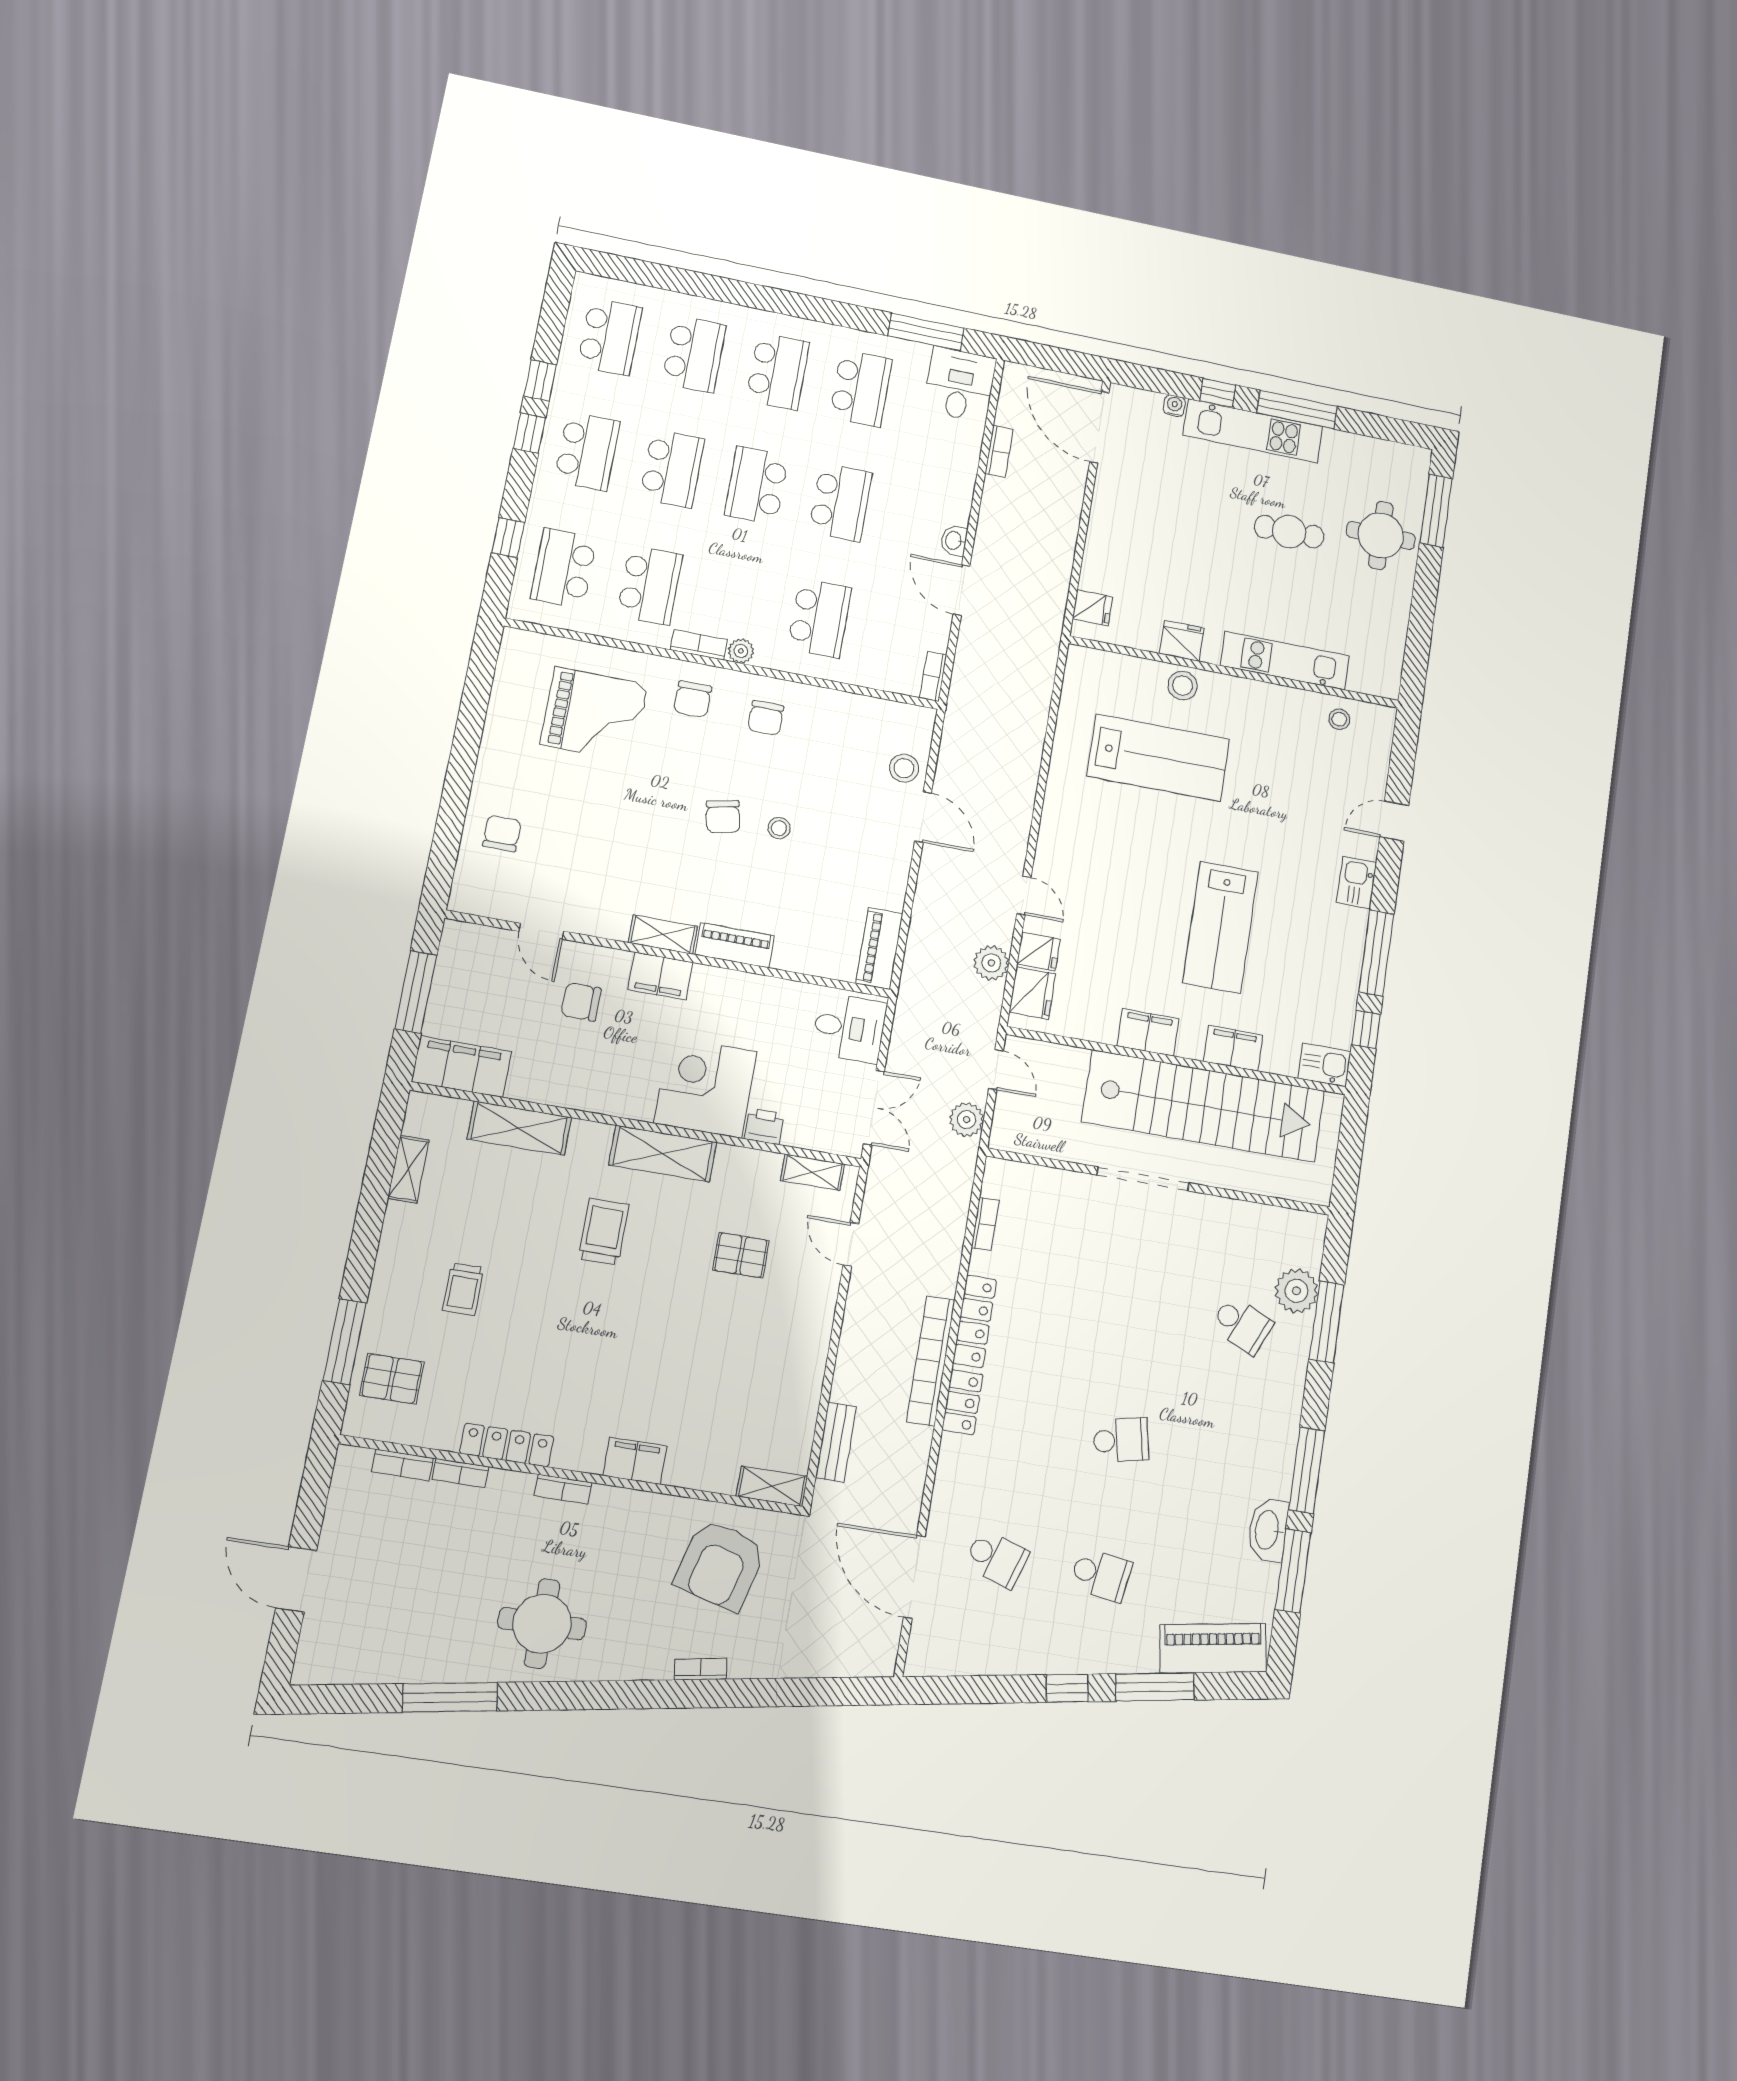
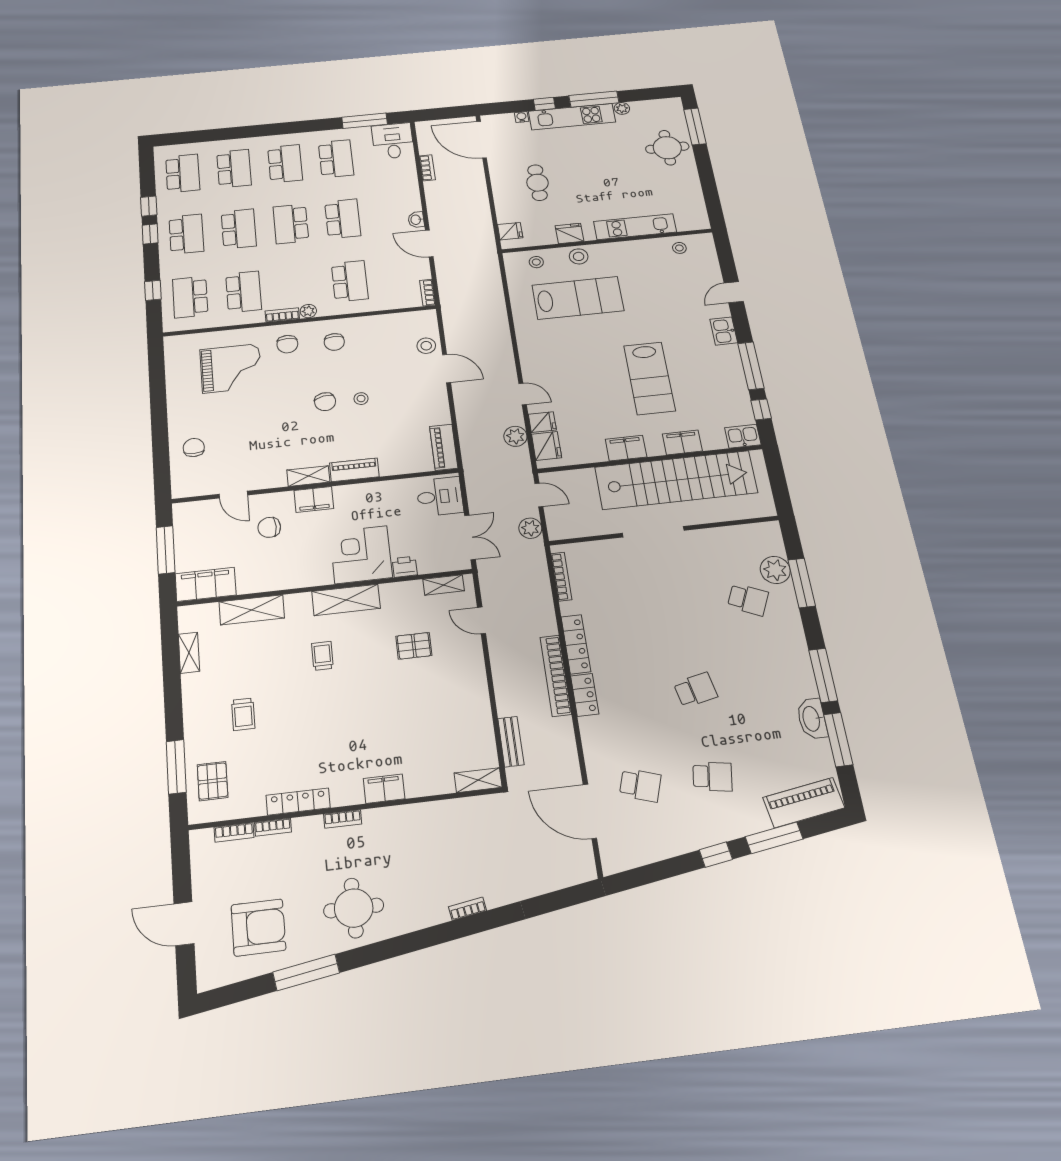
plant: (1335, 441) -> (622, 108), added
cafe table: (1289, 532) -> (537, 183), moved, turned 90
stool: (1115, 675) -> (536, 262), added
bookcase: (985, 1224) -> (561, 577), width x1.56
trolley: (604, 1232) -> (322, 656), width x0.73, depth x0.72
pallet: (392, 1379) -> (213, 781), turned 90
armchair: (720, 1565) -> (258, 927), moved, turned -105

